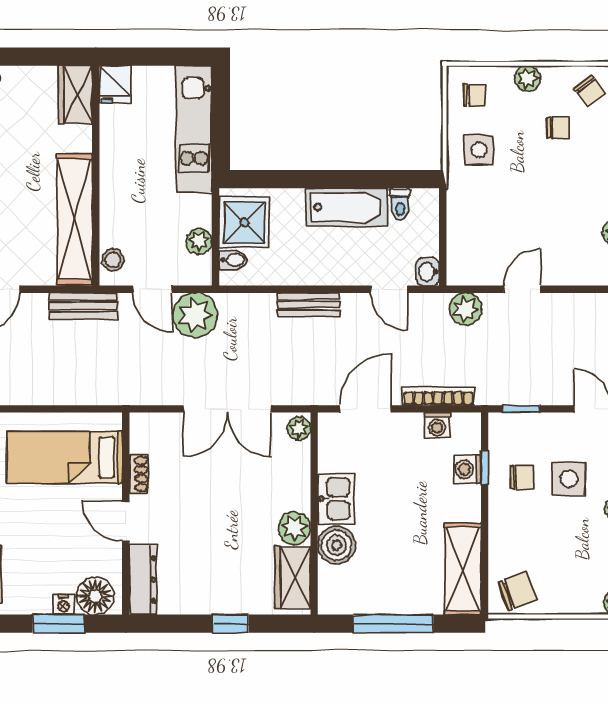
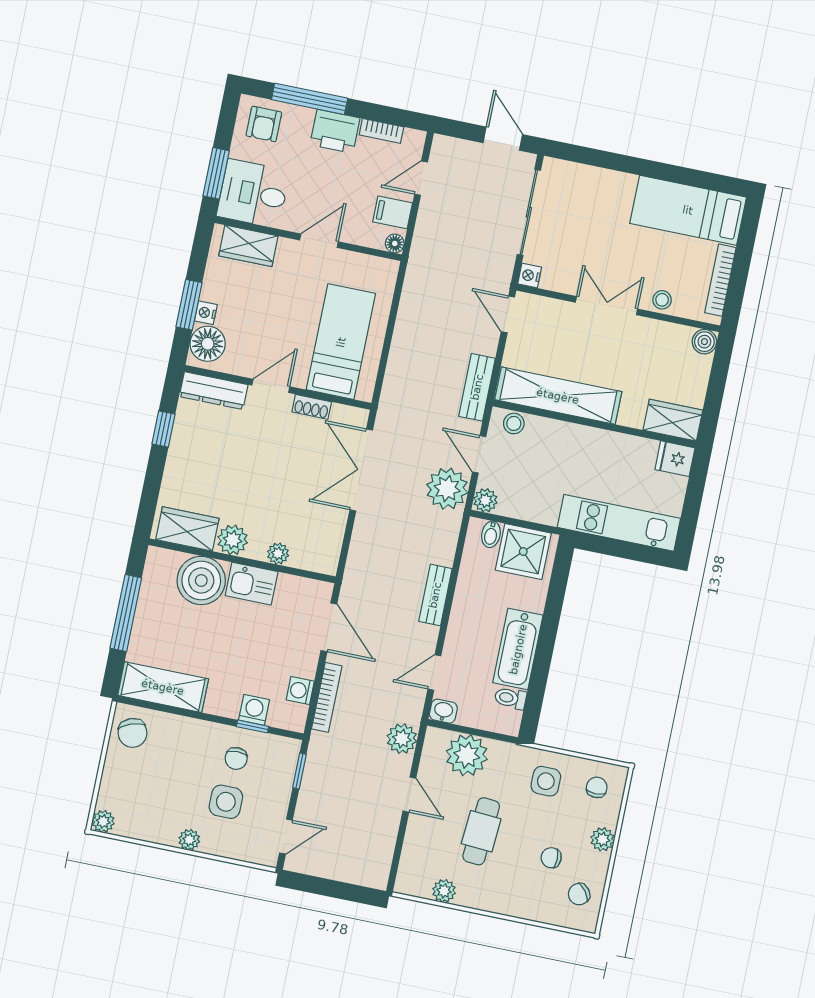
chair: (475, 95) -> (597, 787), turned 180
chair: (558, 128) -> (551, 858), turned 90
cafe table: (545, 207) -> (481, 831), added
plant: (469, 238) -> (467, 755), added
plant: (199, 241) -> (485, 500), moved
door: (152, 289) -> (479, 454), hinge flipped
double door: (227, 409) -> (361, 470), moved
plant: (299, 428) -> (278, 554), moved
boiler: (337, 545) -> (201, 580), width x1.37, depth x1.37
window: (231, 624) -> (164, 429), moved

